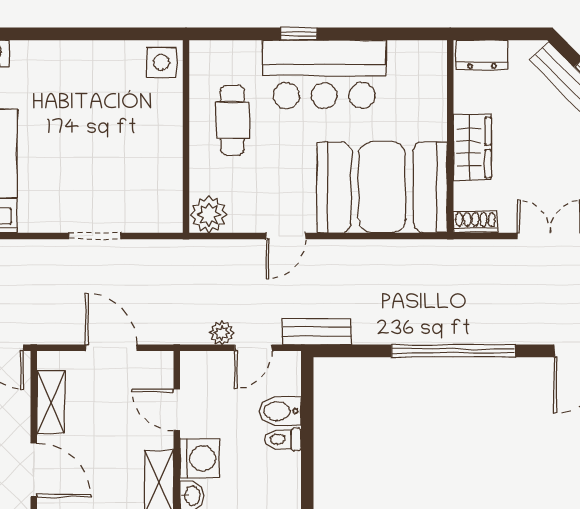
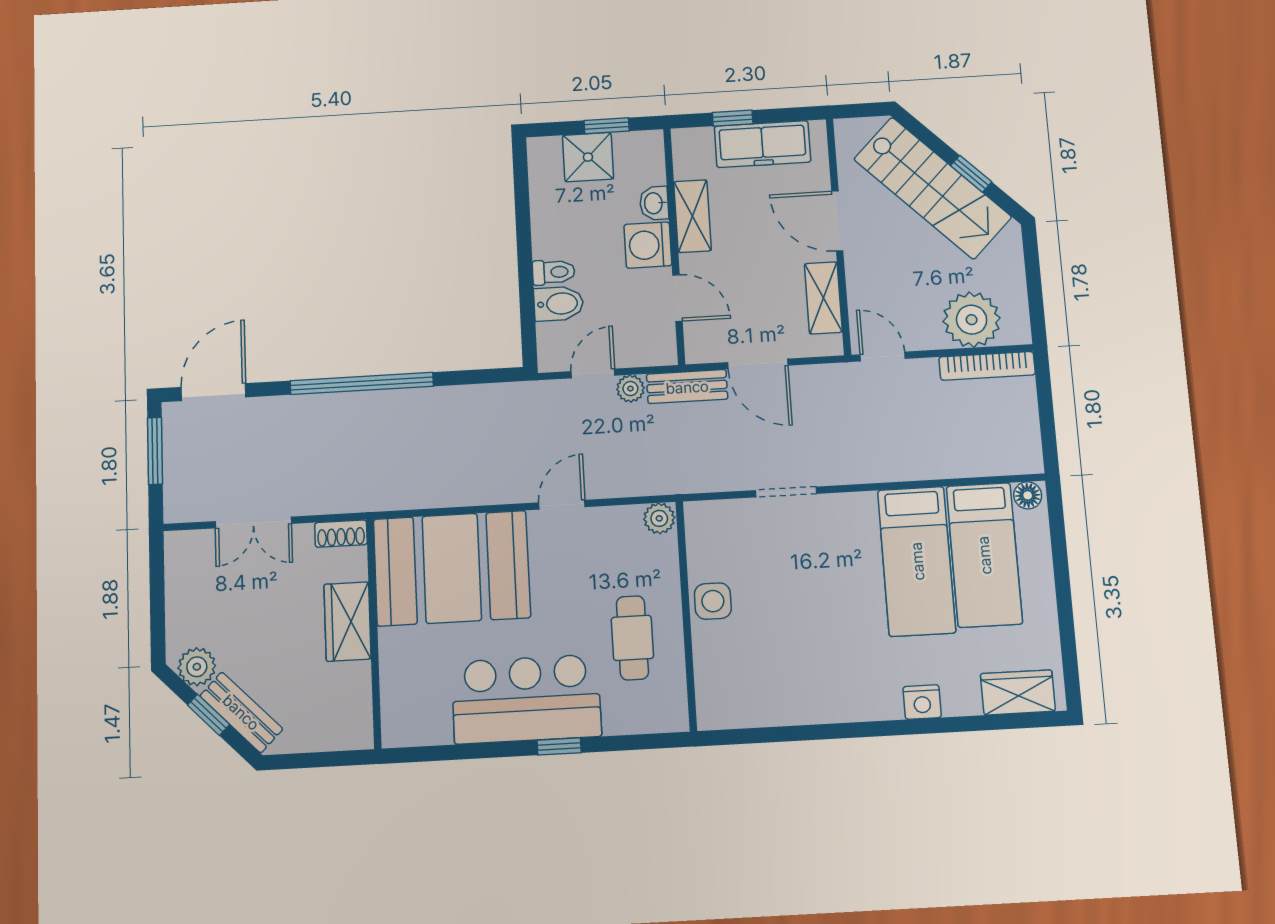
dresser: (482, 55) -> (339, 733), removed
side table: (161, 62) -> (713, 601), moved
plant: (209, 215) -> (659, 518), width x0.73, depth x0.73
bench: (317, 332) -> (687, 387), moved

